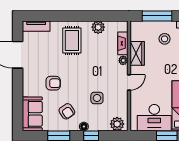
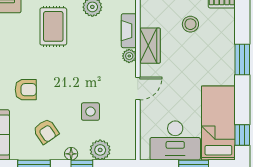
plant: (117, 124) -> (100, 150), moved

